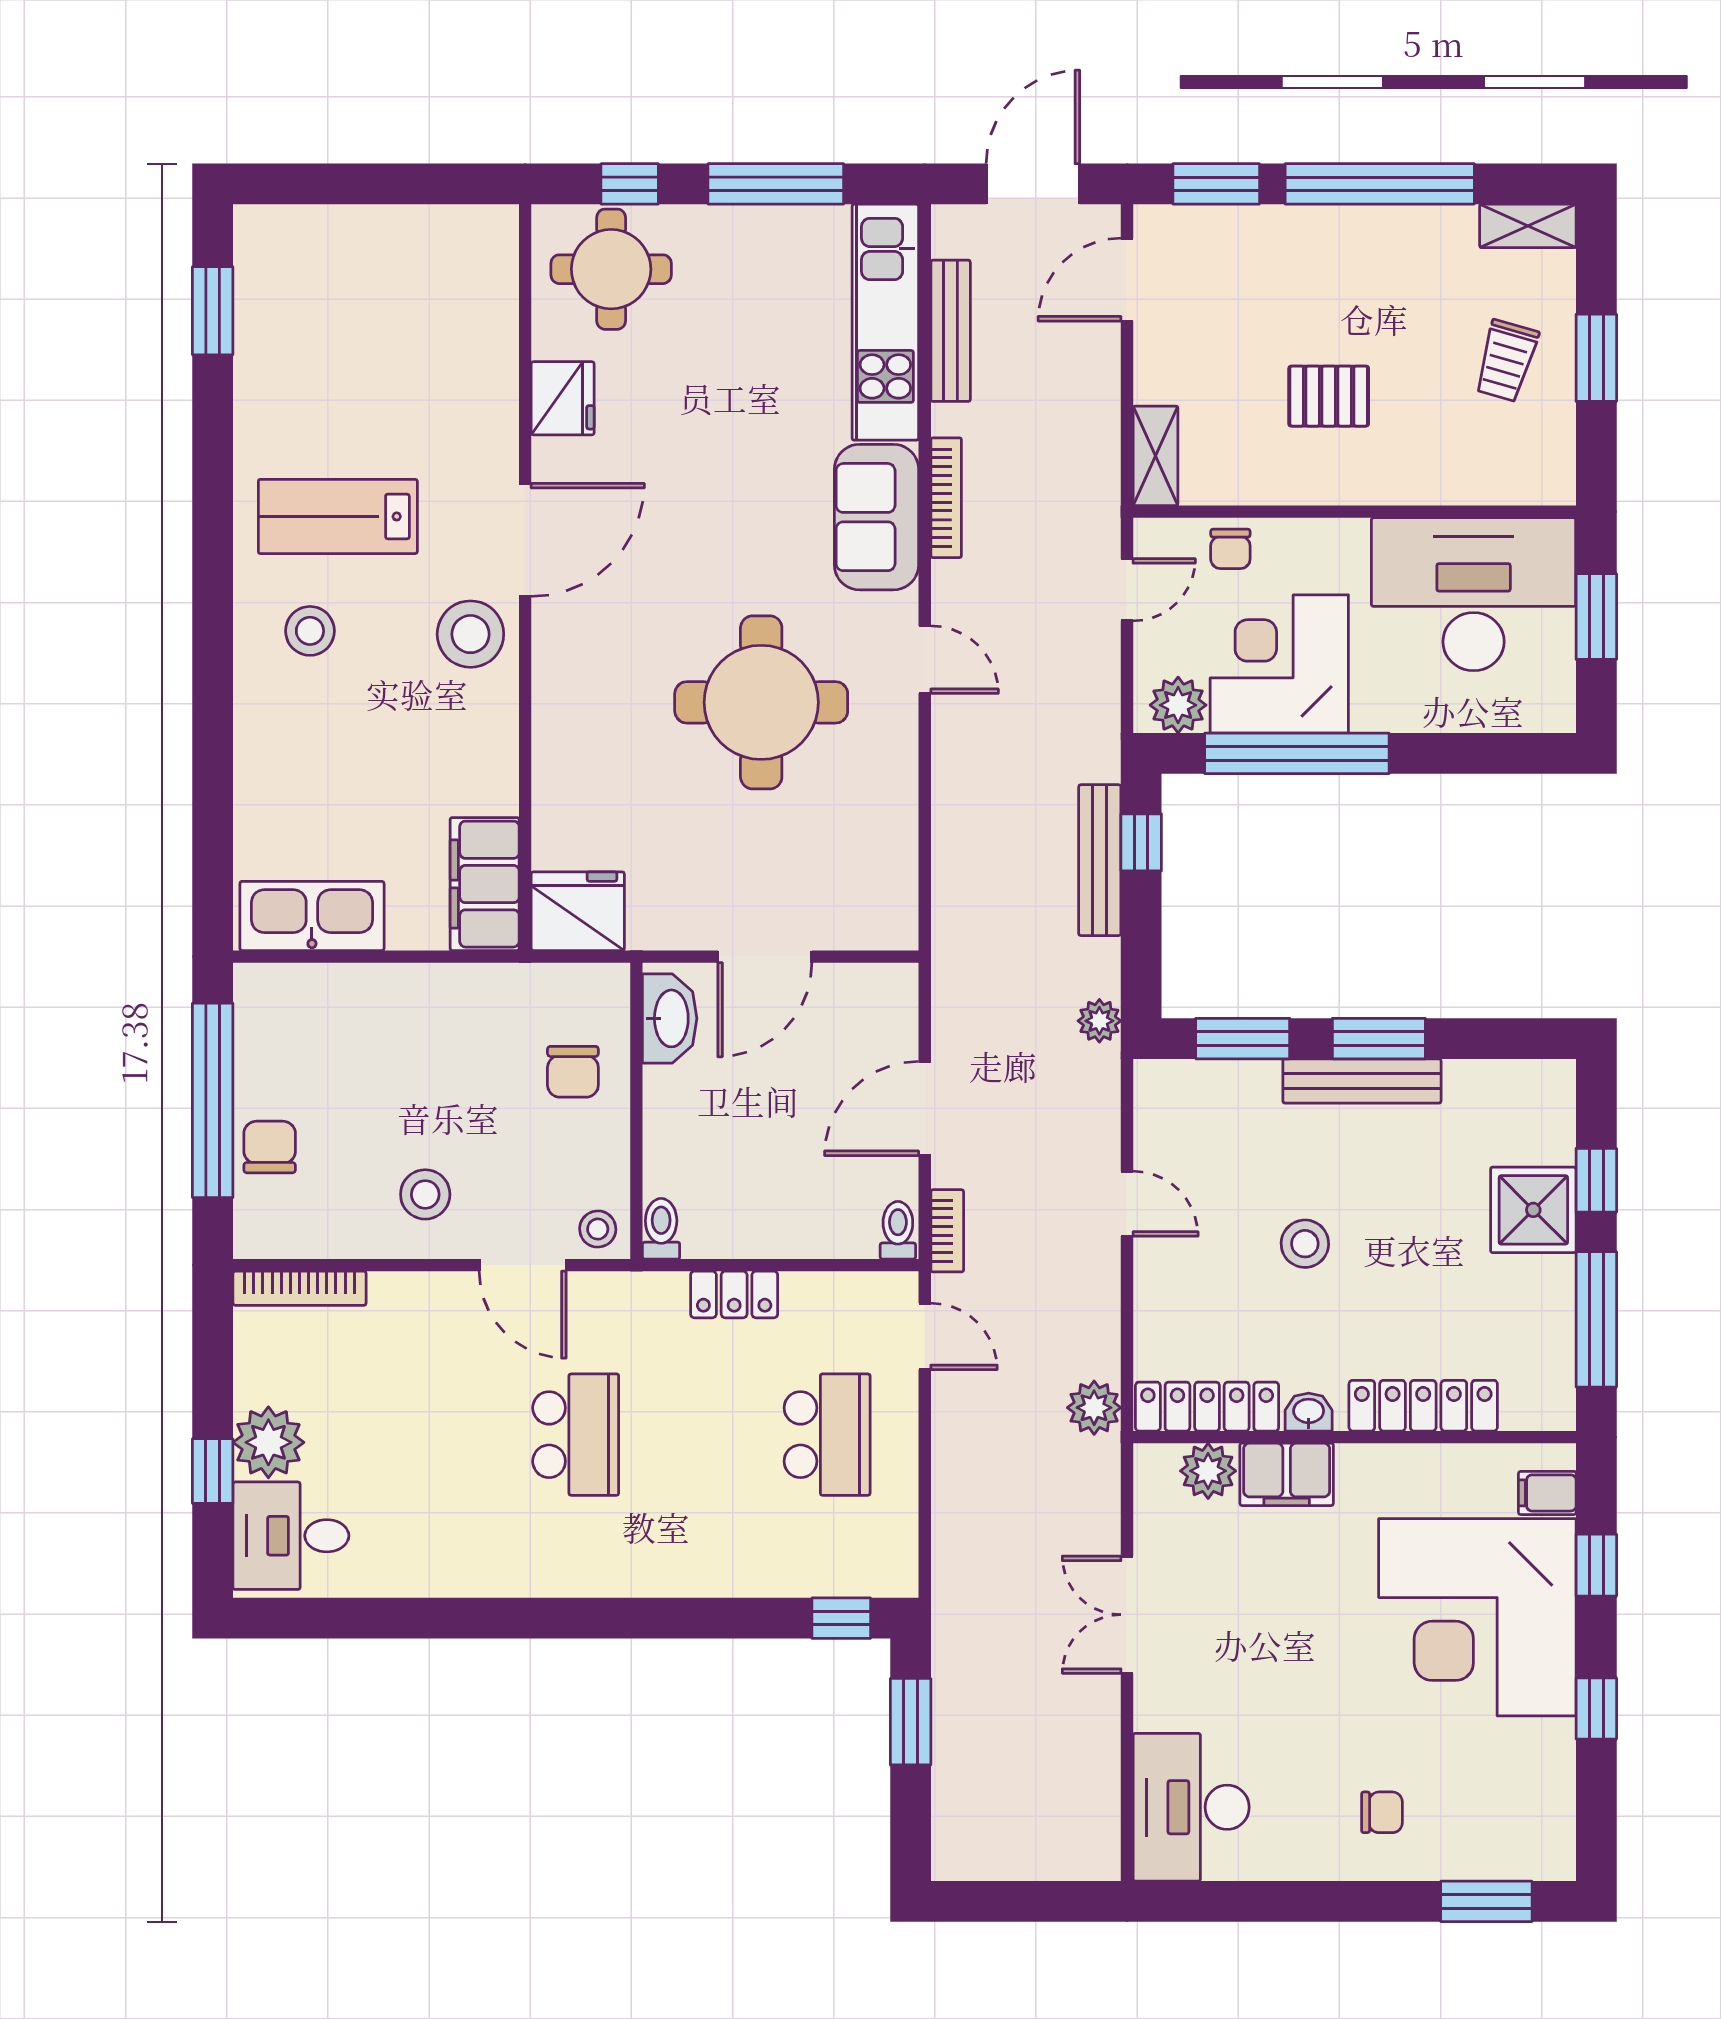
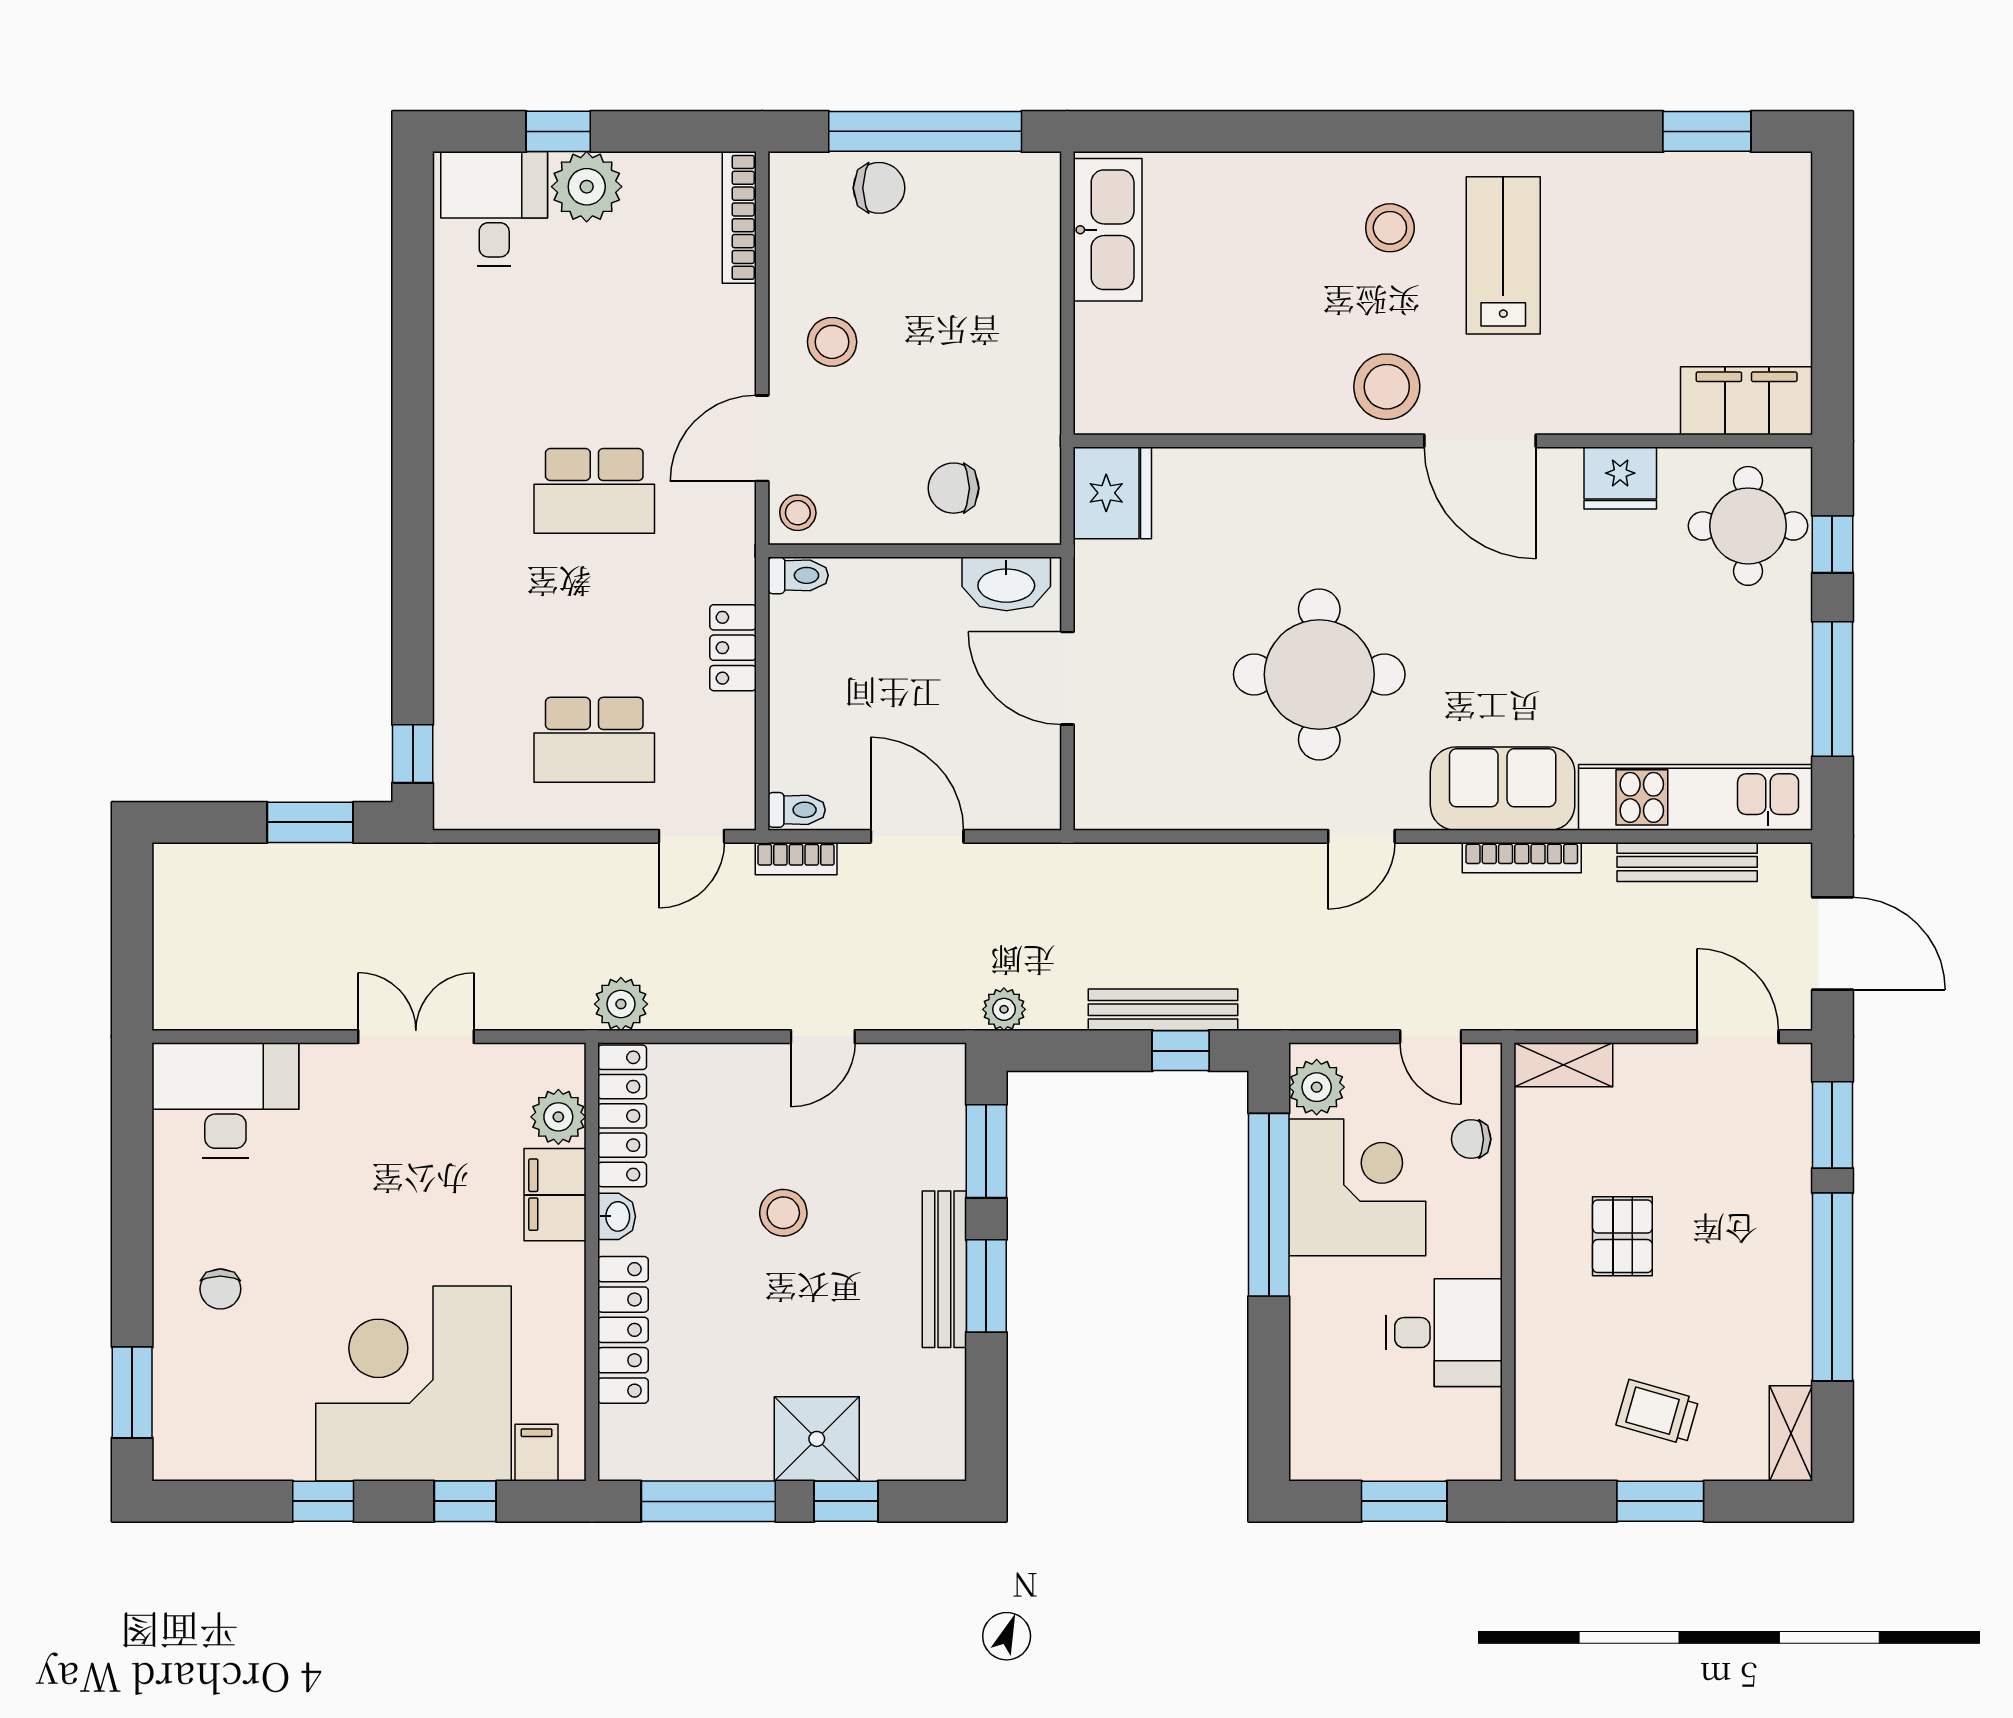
desk: (1474, 594) -> (1444, 1333), width x0.53, depth x0.77
filing cabinet: (485, 884) -> (1747, 401), moved

